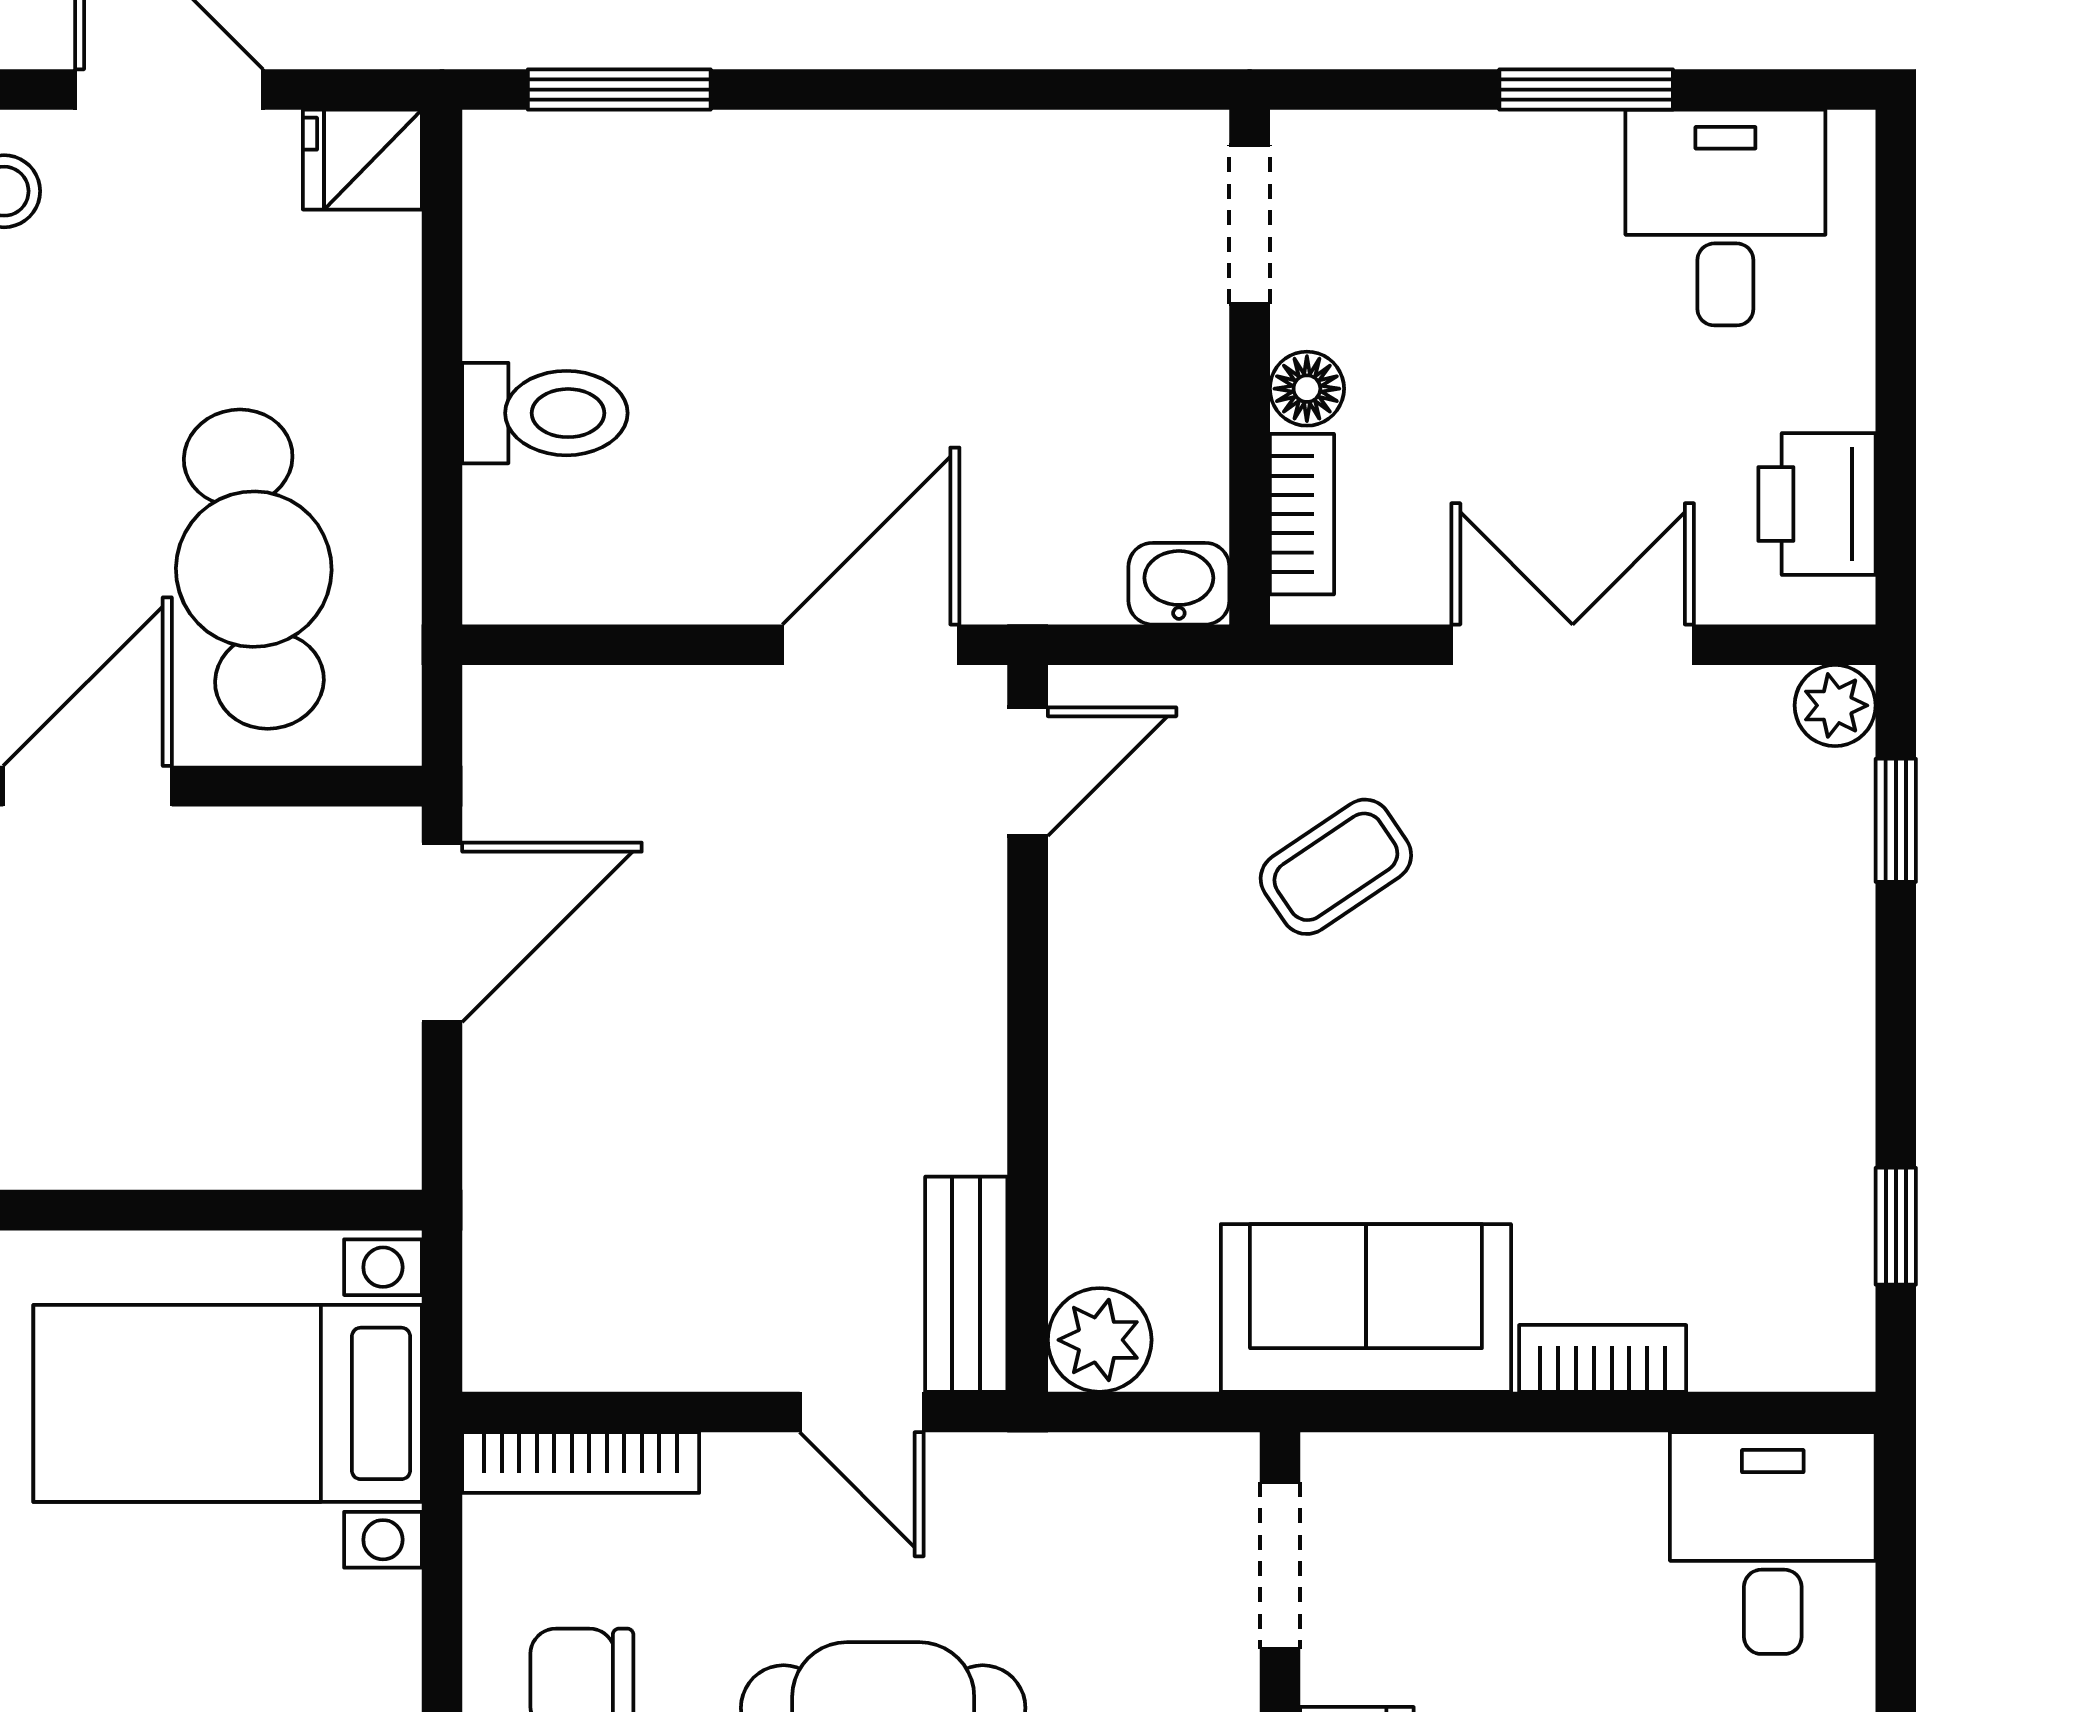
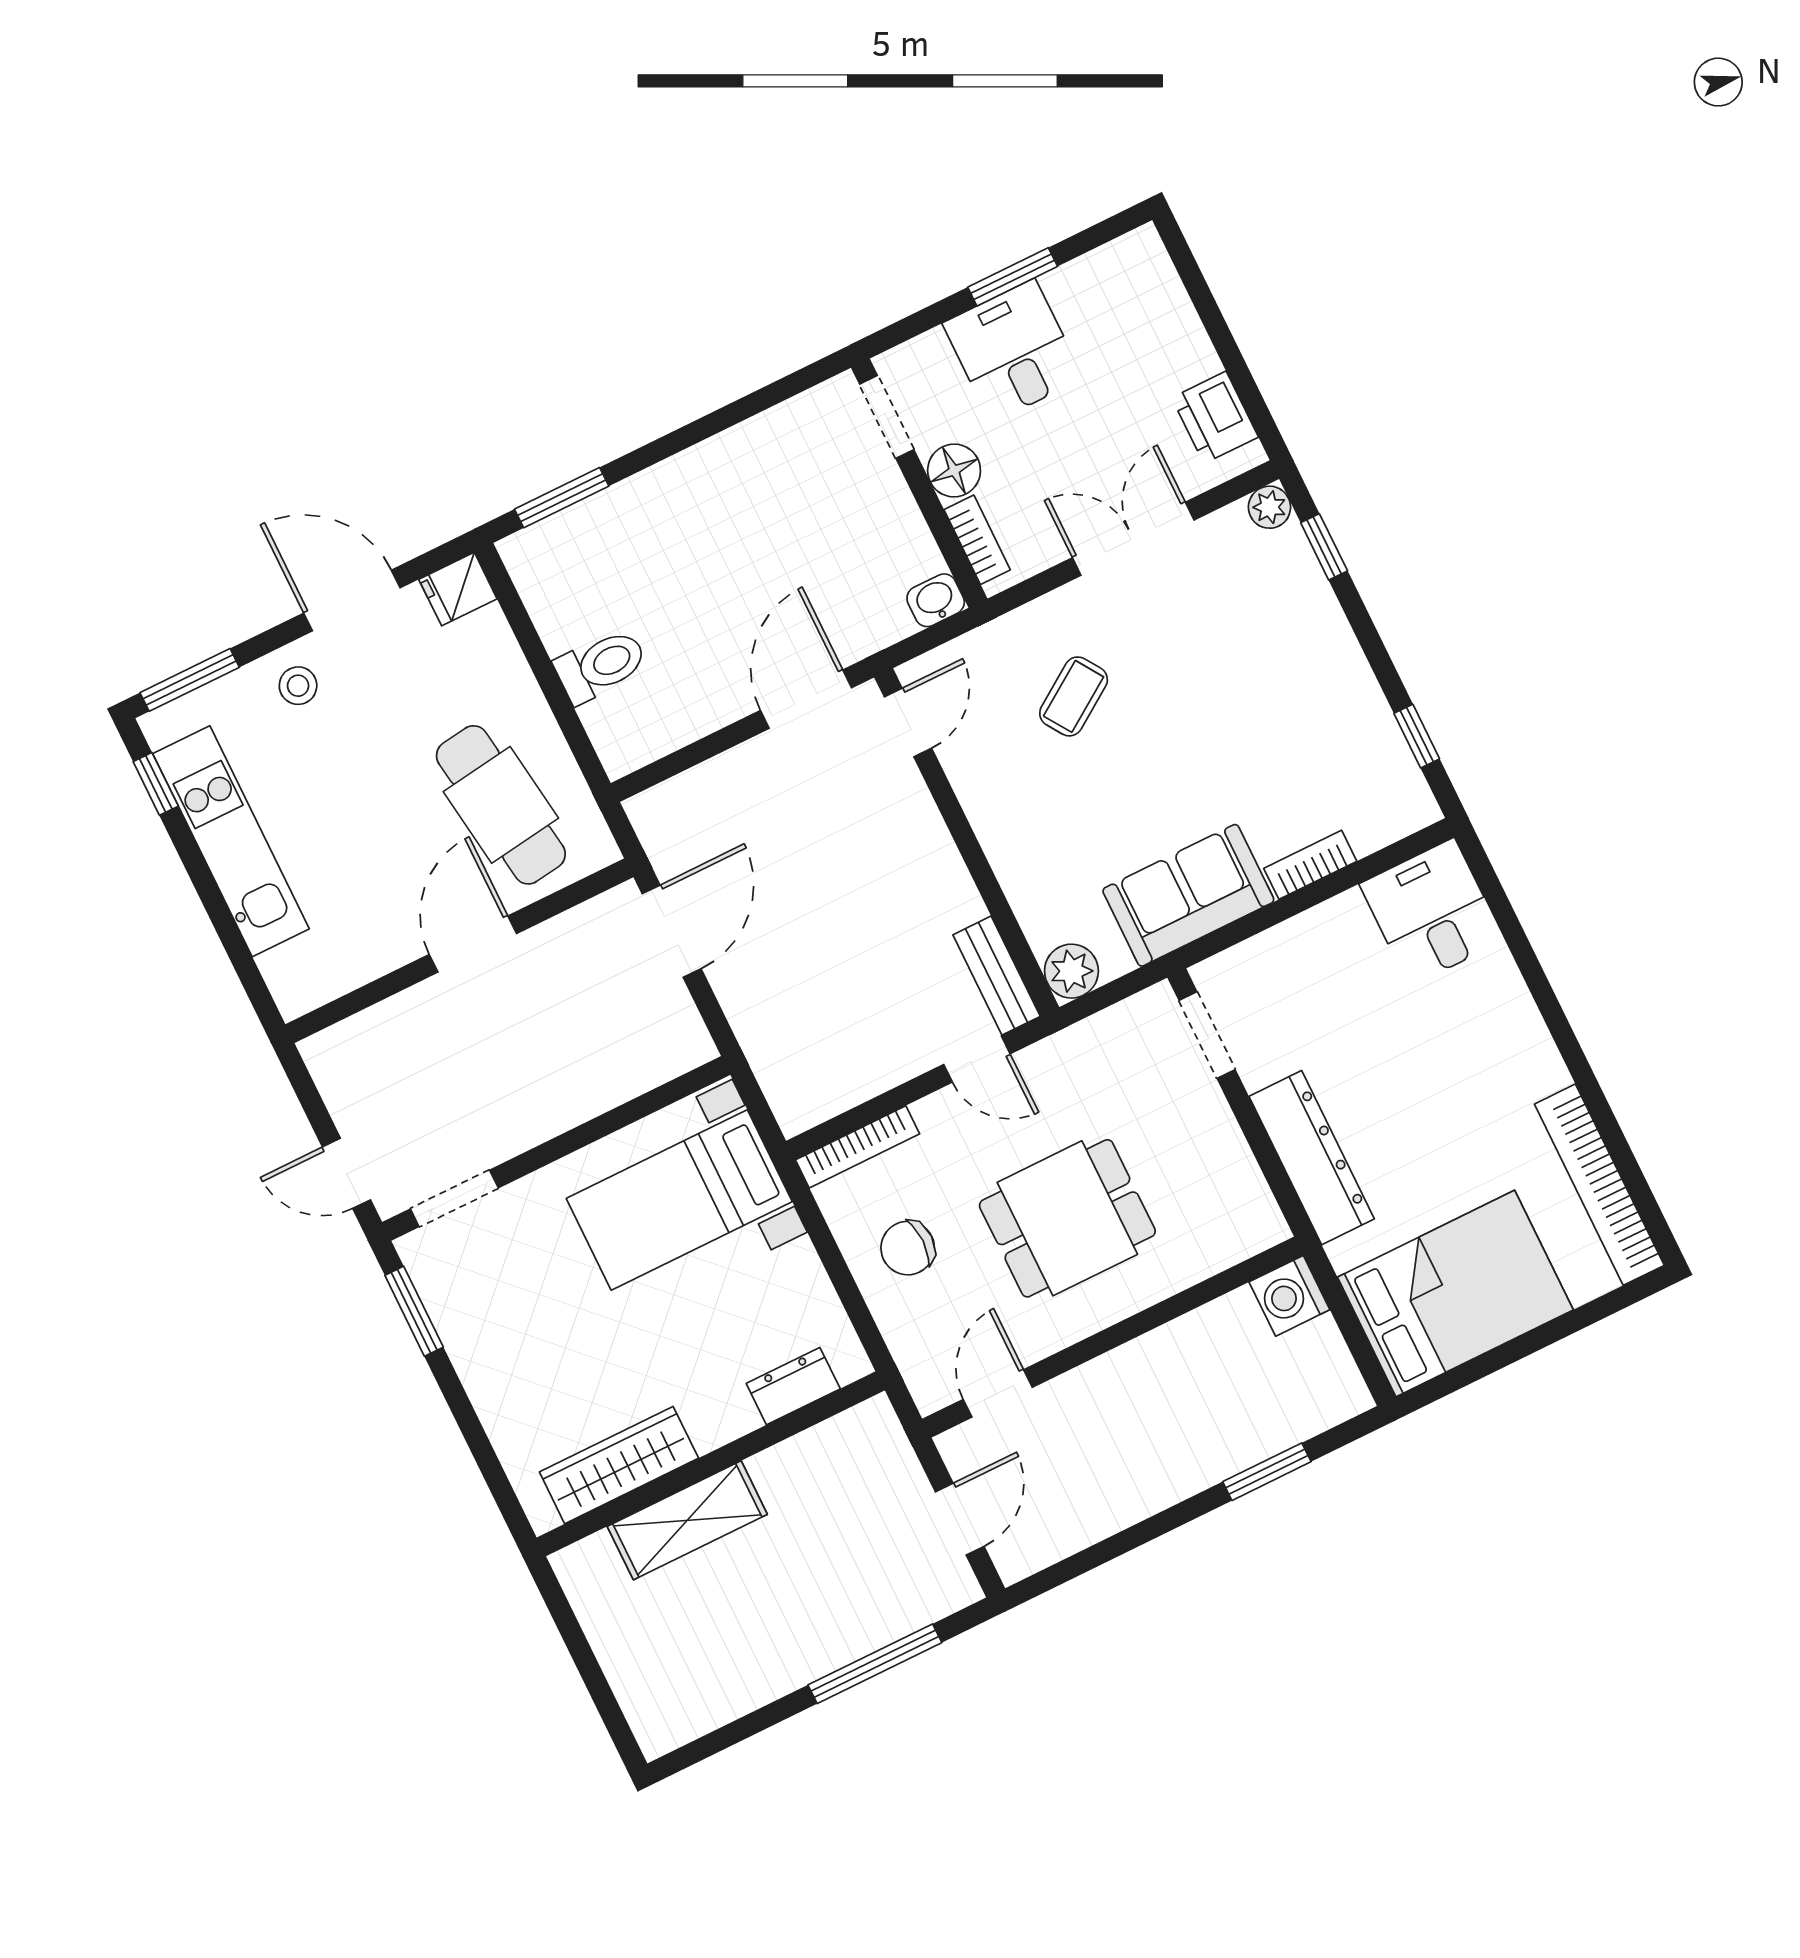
desk: (1725, 218) -> (1013, 351), moved
floor lamp: (1307, 389) -> (954, 471), width x1.37, depth x1.37

